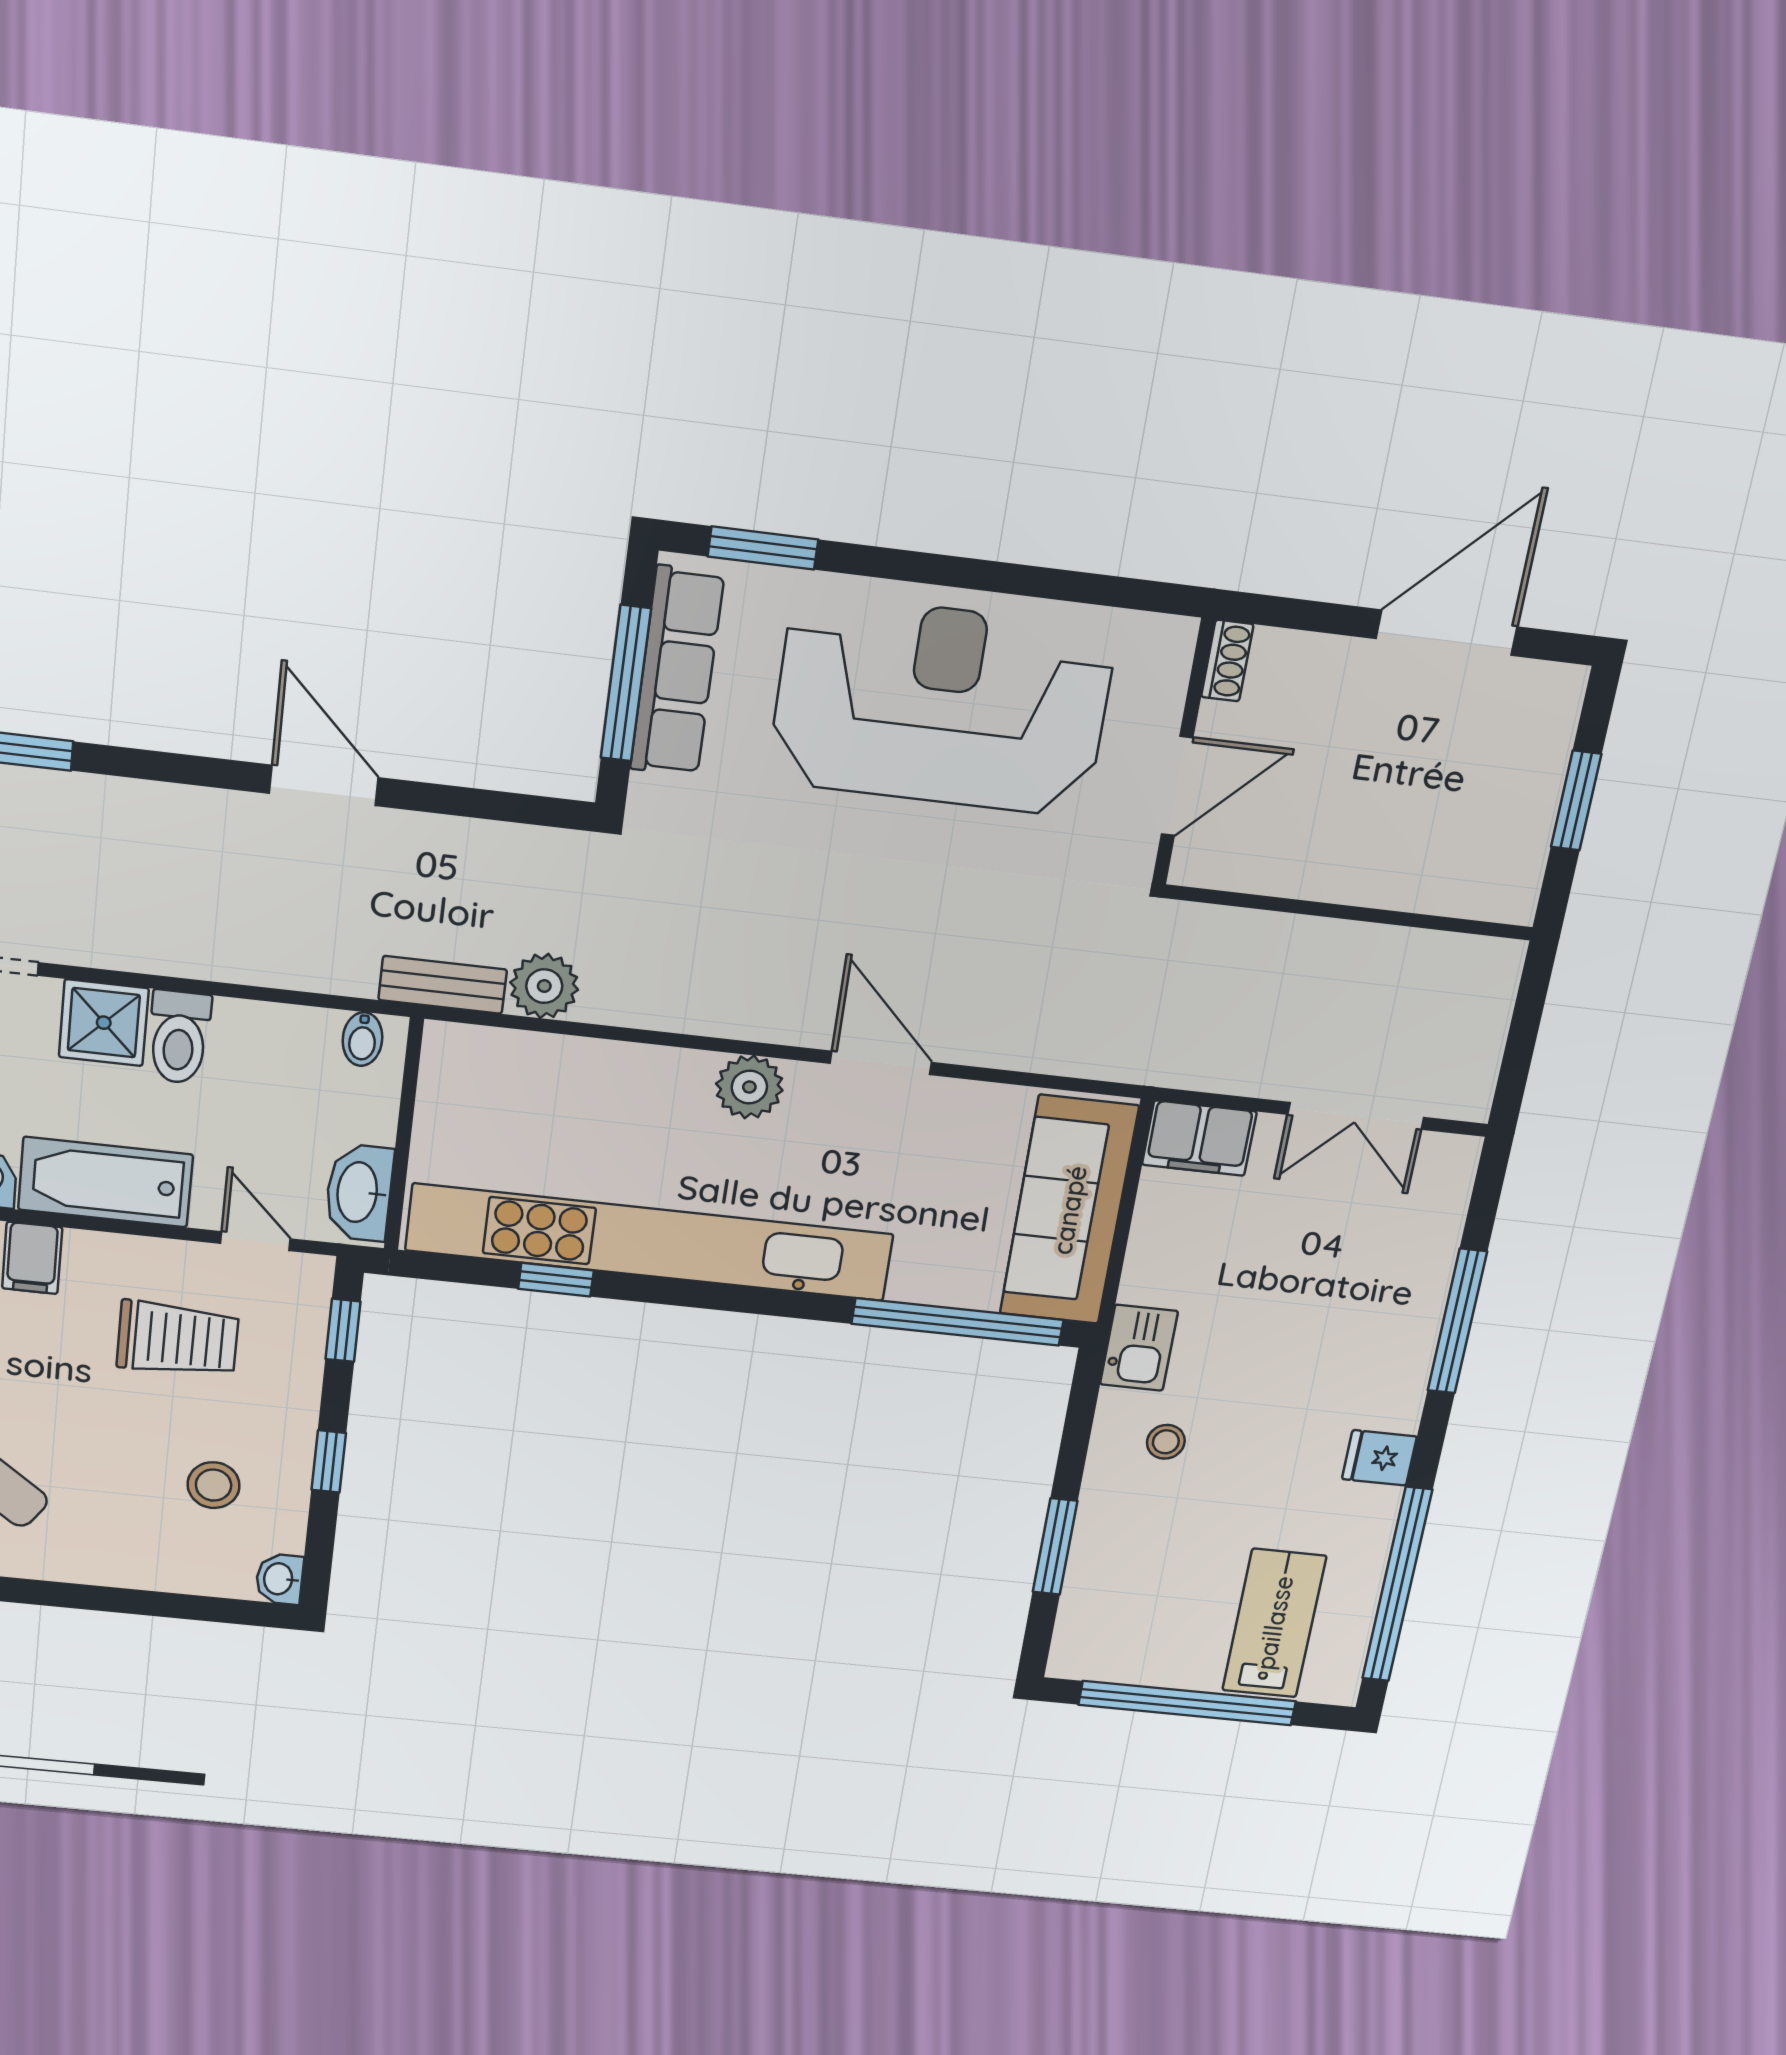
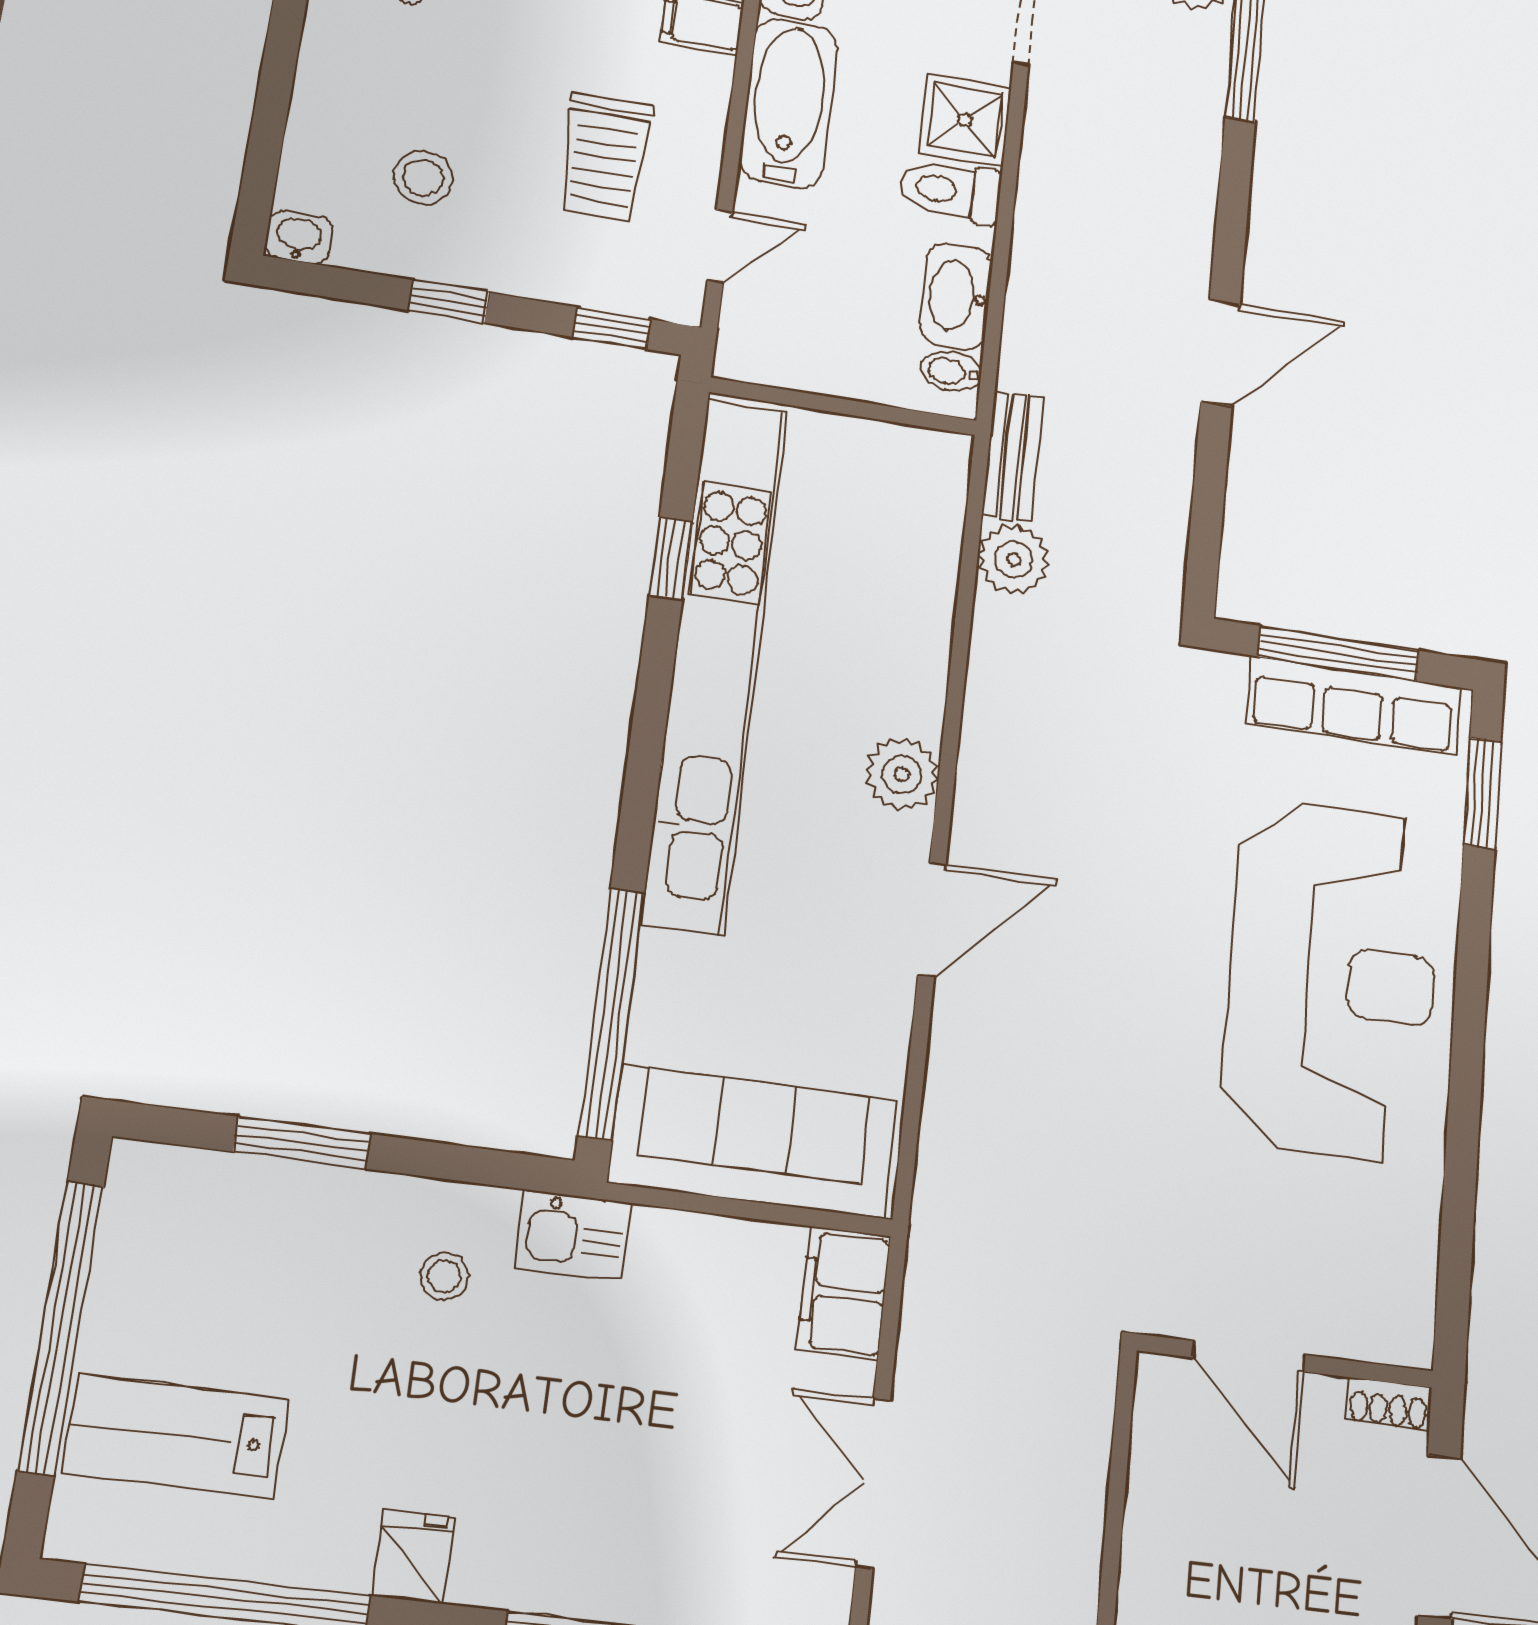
shoe rack: (1227, 661) -> (1389, 1404), moved
wall: (1183, 753) -> (1286, 1361), moved
door: (1177, 786) -> (1249, 1356), moved
washbasin: (359, 1192) -> (956, 296), moved, turned -90
lab bench: (1274, 1623) -> (176, 1436), turned 180

